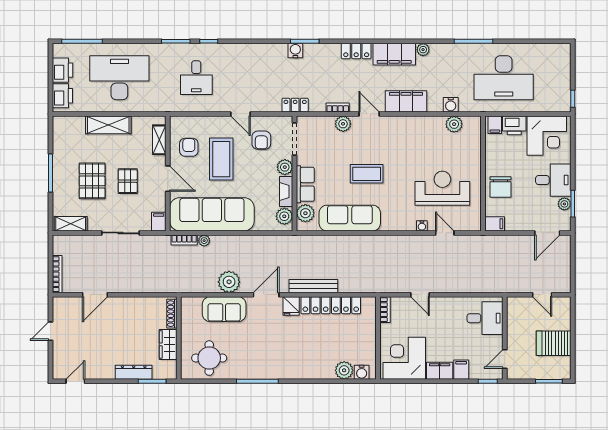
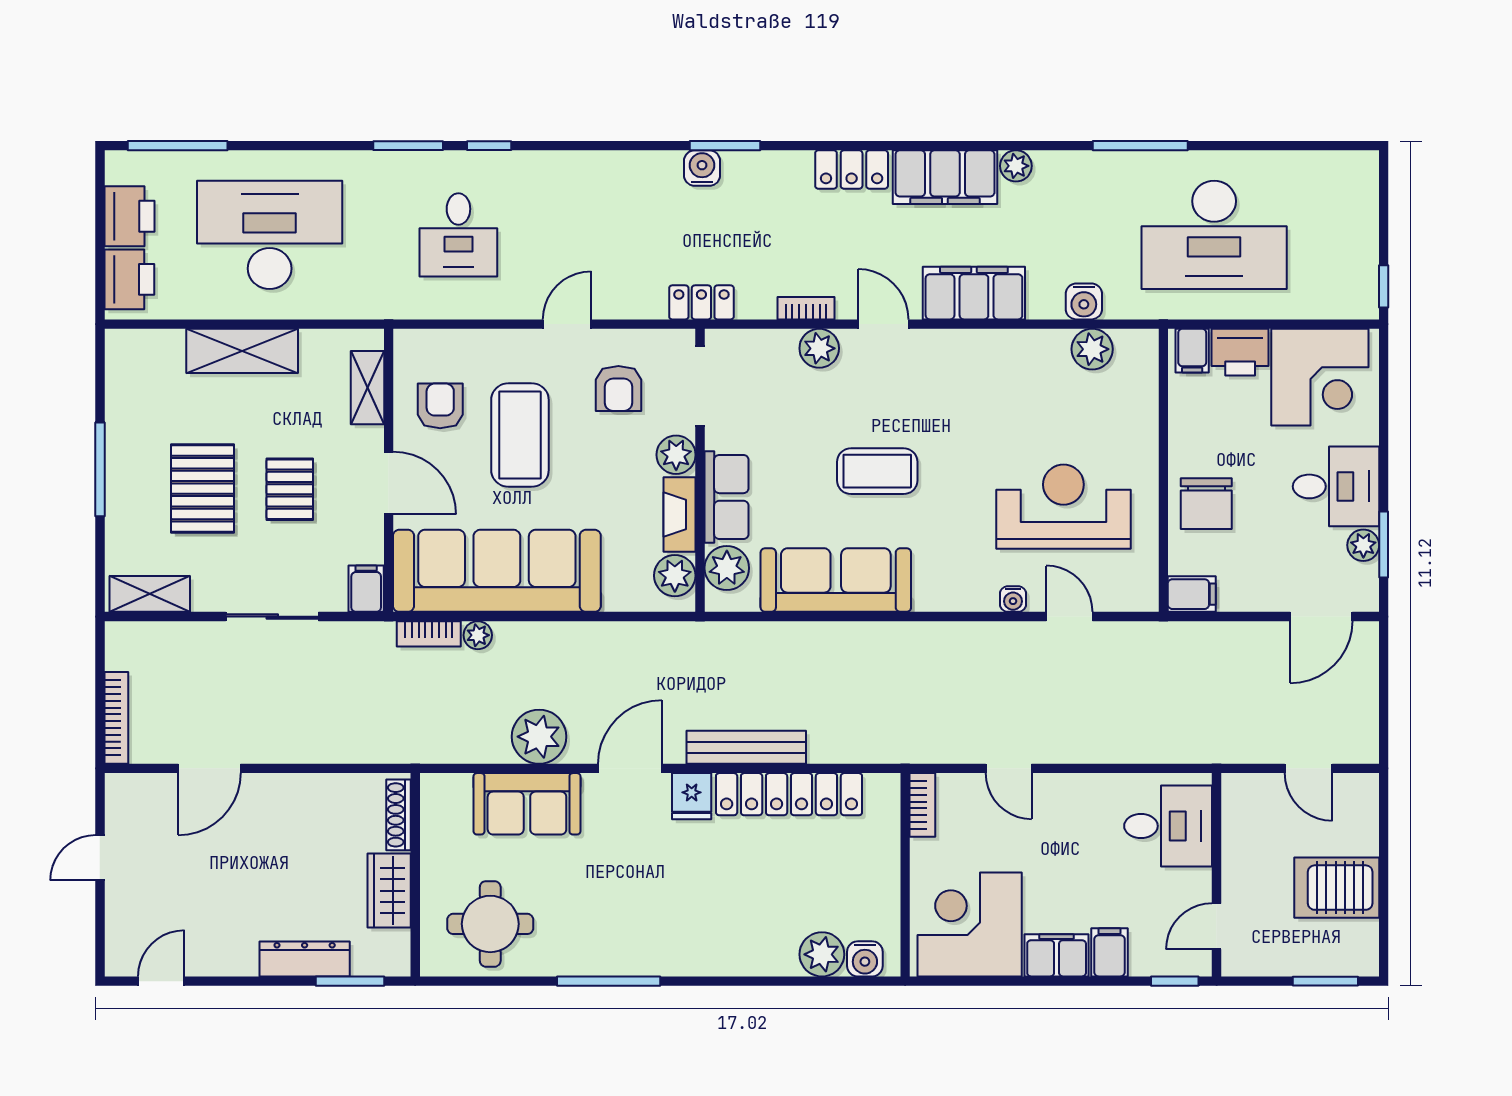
door: (240, 114) -> (567, 324), swing flipped

